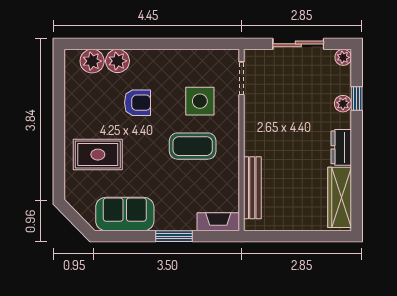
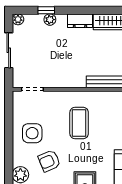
side table: (200, 101) -> (32, 133), moved
armchair: (138, 103) -> (49, 161), turned -113

